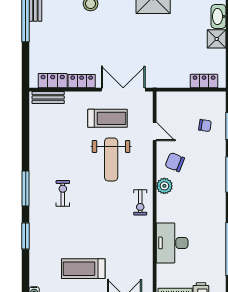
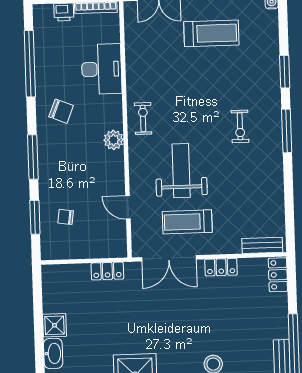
locker: (53, 81) -> (278, 275), moved, turned 90
locker: (204, 81) -> (107, 271), moved
chair: (175, 162) -> (61, 111), moved

